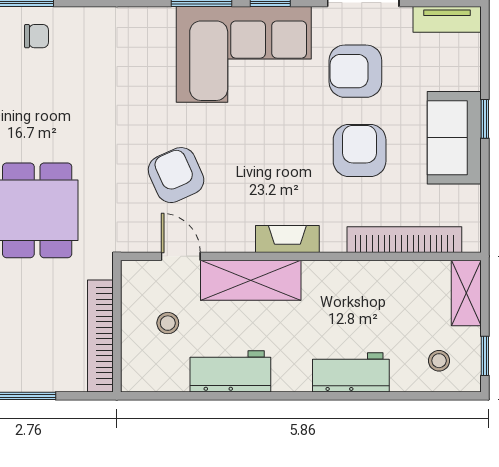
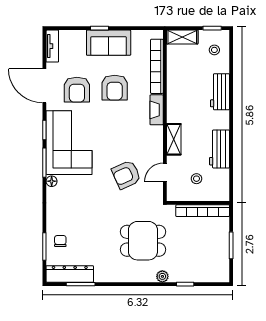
floor lamp: (162, 18) -> (52, 181), added
armchair: (360, 150) -> (115, 88), turned -90
fireplace: (287, 239) -> (157, 110), moved
shelving: (251, 280) -> (174, 139), width x0.67, depth x0.75

